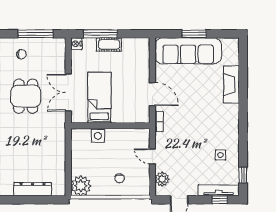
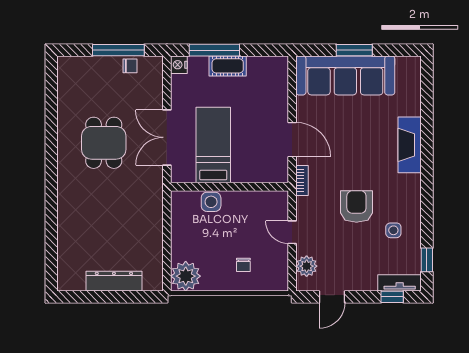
chair: (21, 54) -> (130, 66), moved
fireplace: (231, 84) -> (410, 145), moved
armchair: (196, 139) -> (356, 206), added
tv unit: (219, 190) -> (400, 283), width x0.71

